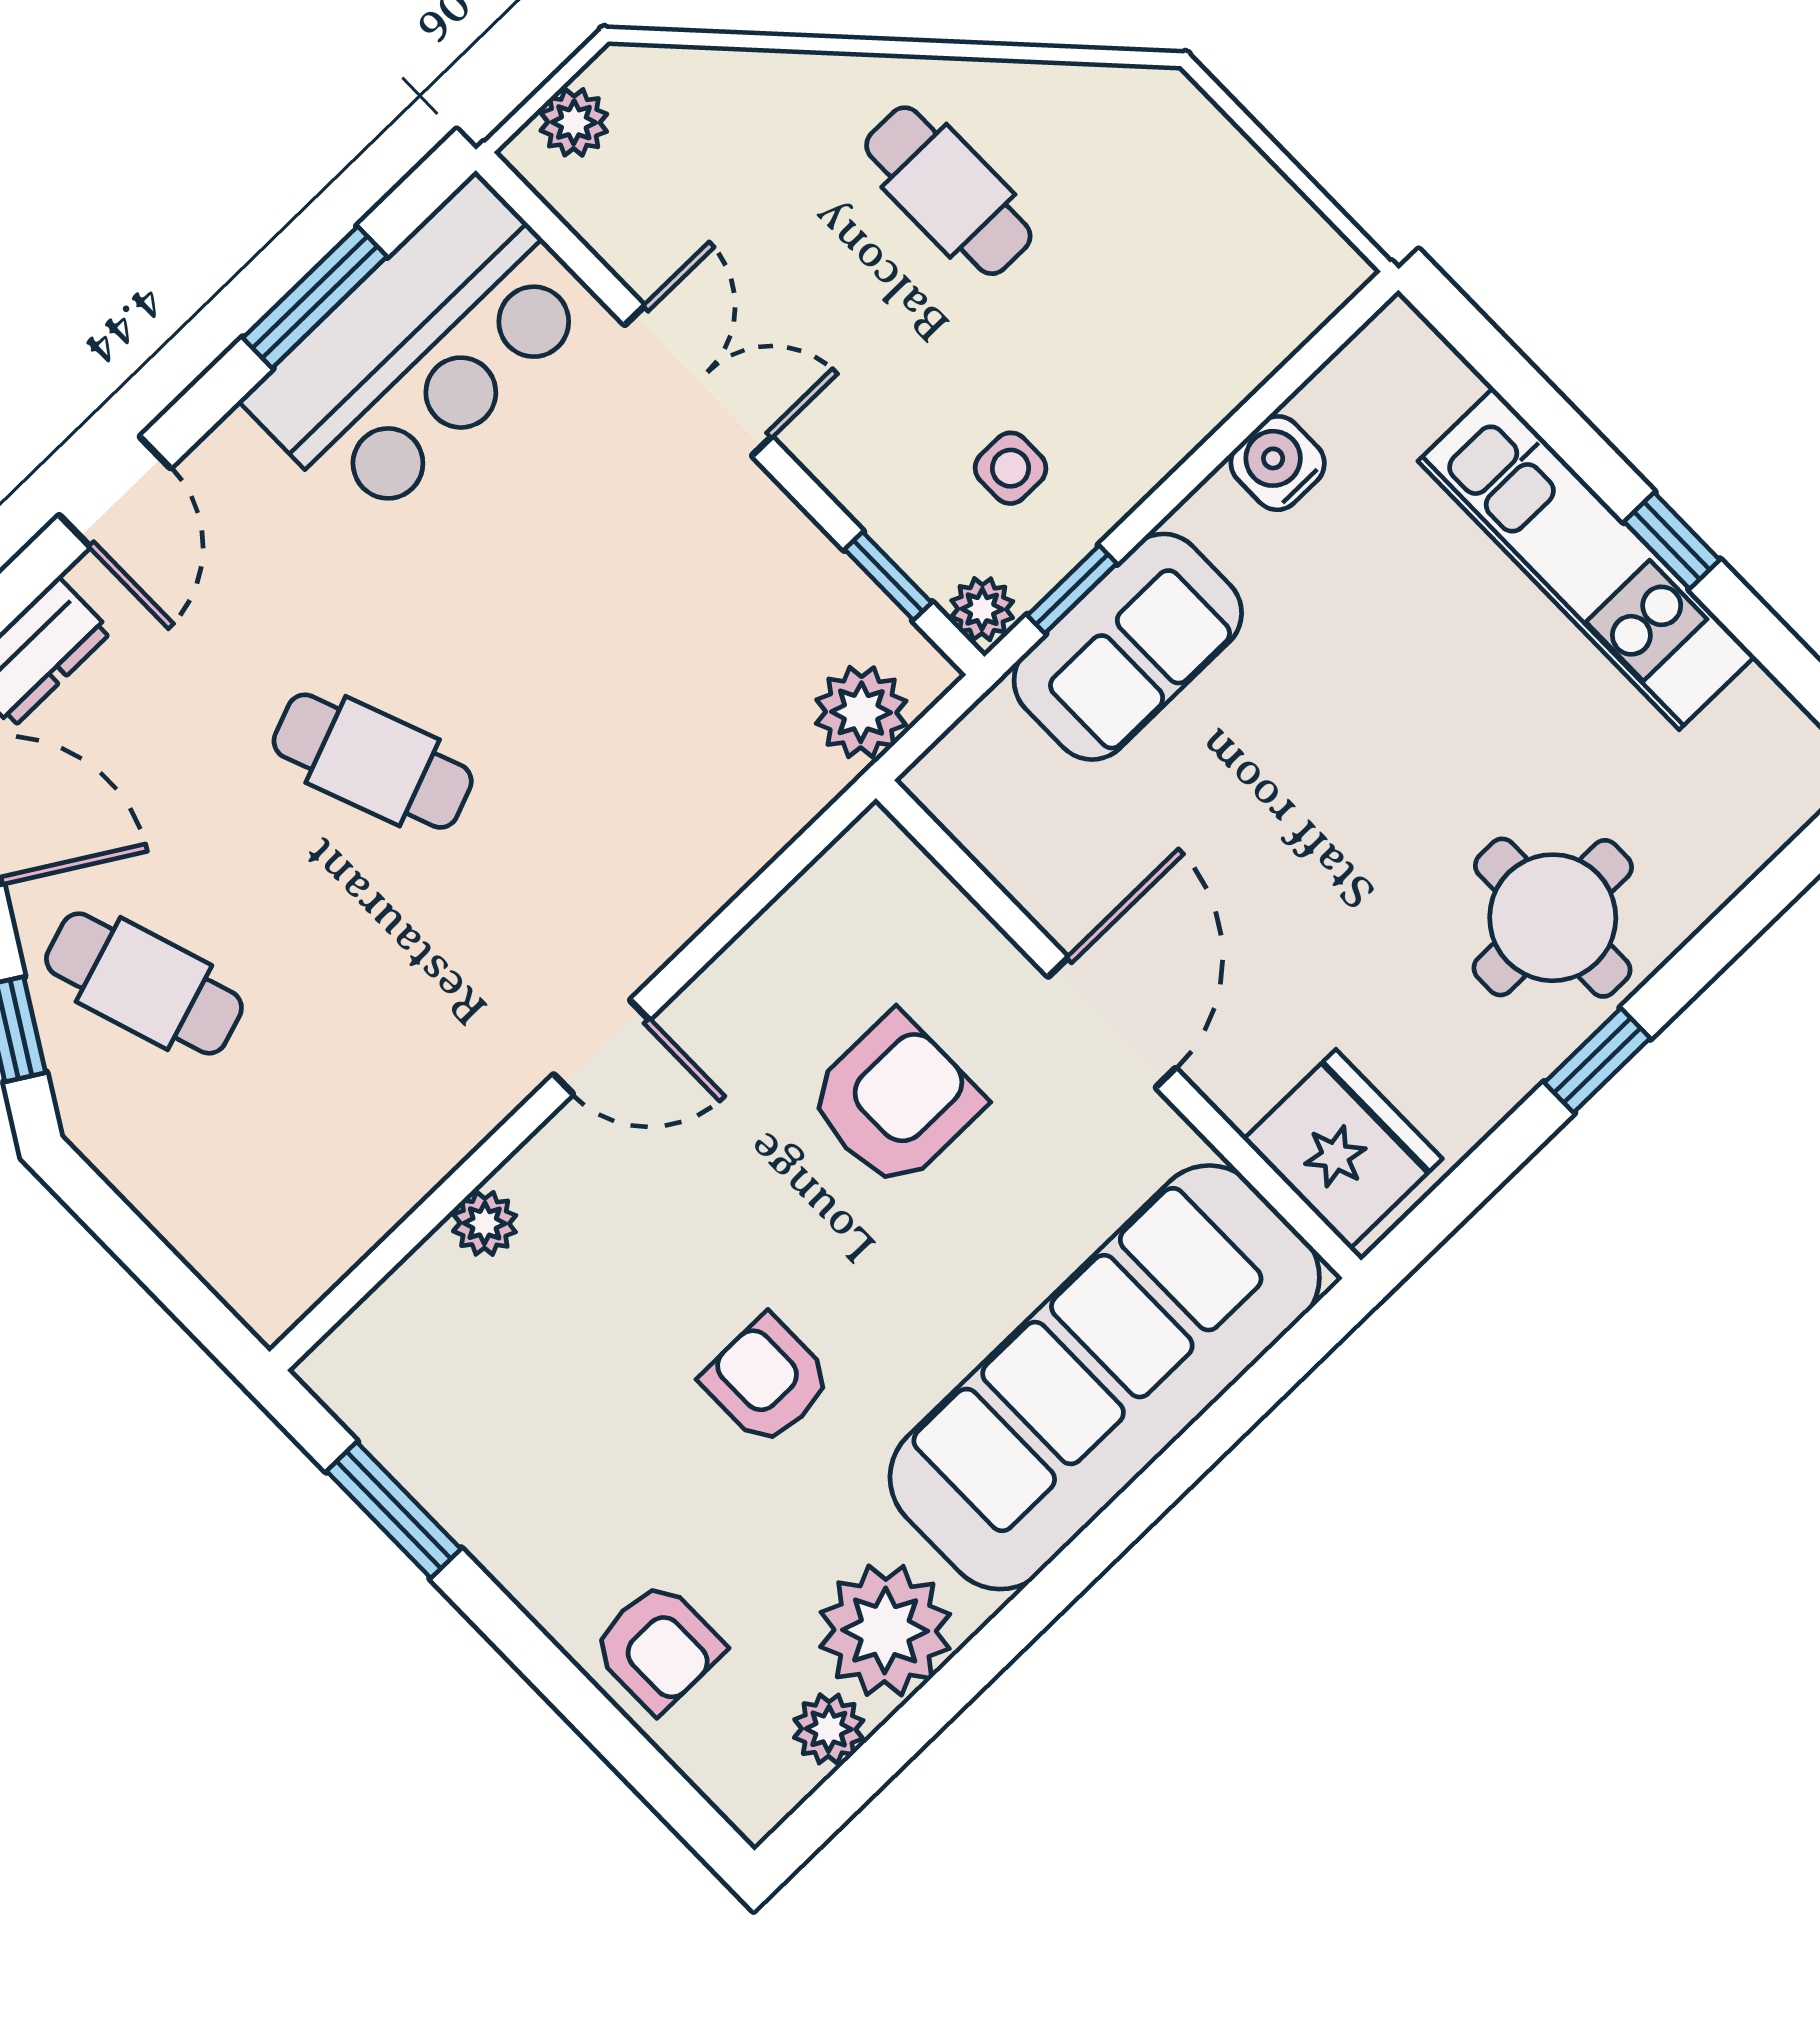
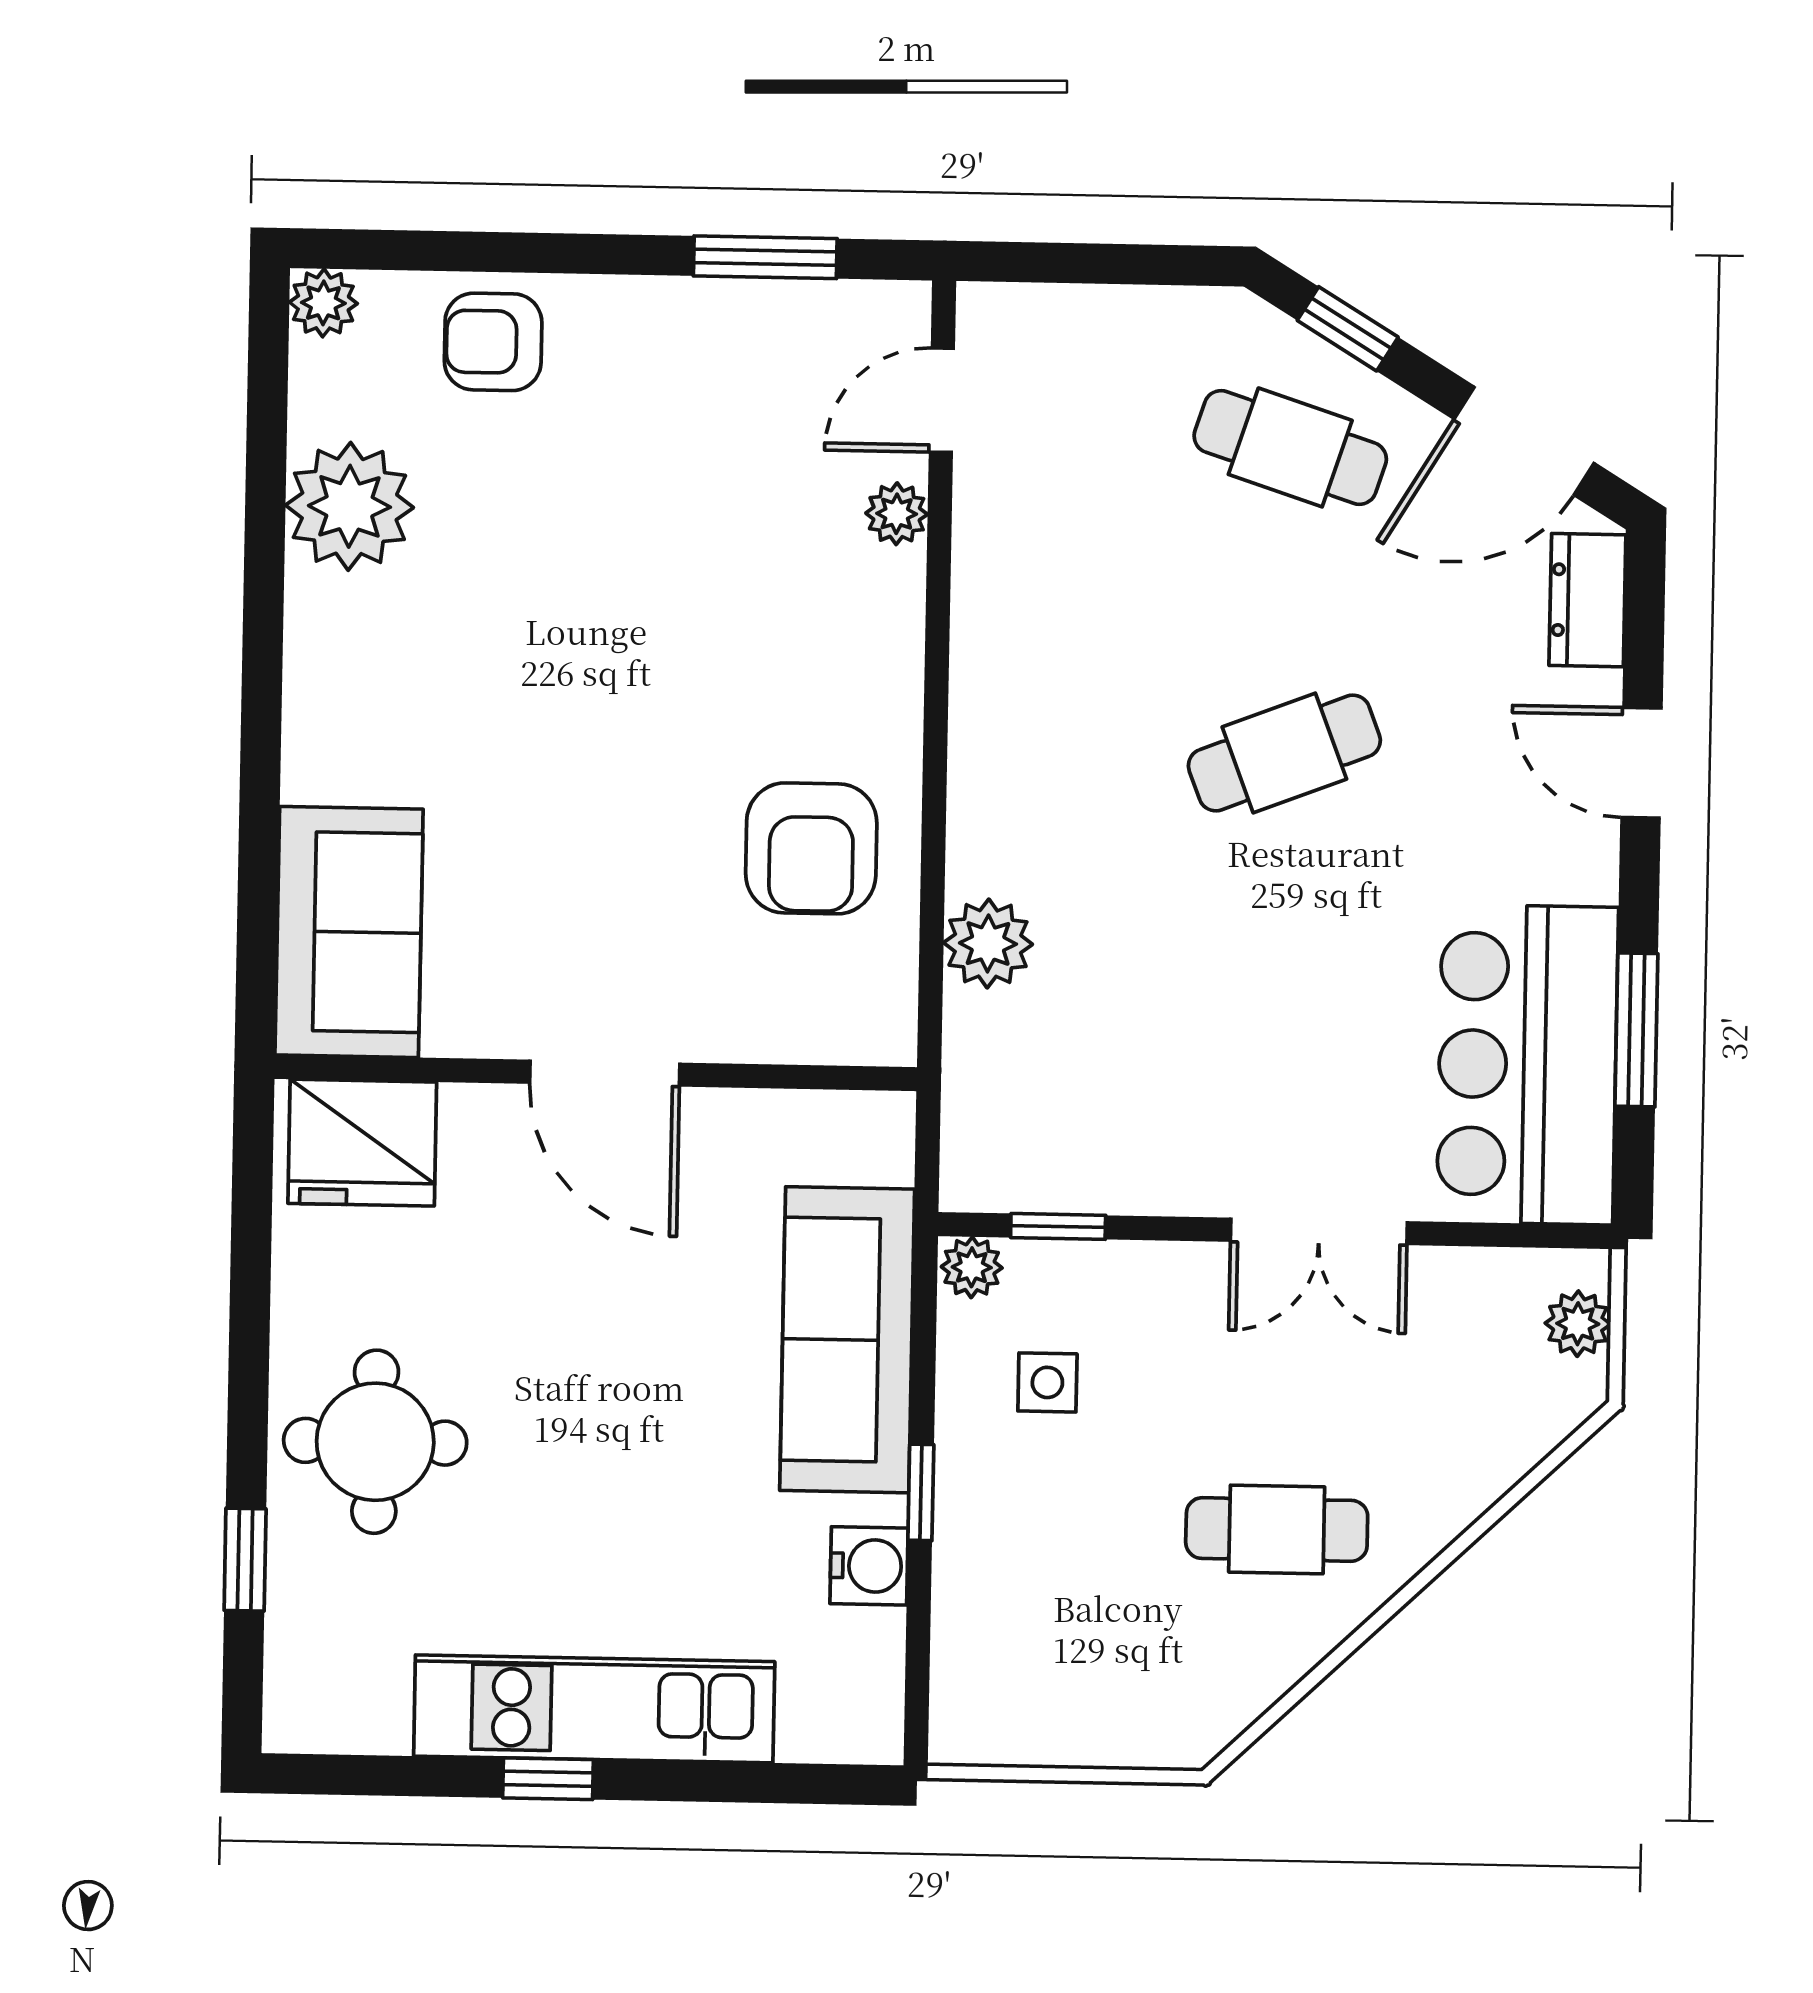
window: (1072, 589) -> (921, 1492), moved
sofa: (1128, 647) -> (847, 1340), width x1.36
plant: (861, 712) -> (988, 943), moved
cafe table: (144, 983) -> (1290, 447), turned 36
door: (602, 1047) -> (942, 400), moved
window: (1597, 1060) -> (245, 1560), moved
armchair: (895, 1101) -> (811, 848), moved
sofa: (1105, 1377) -> (349, 932), width x0.54, depth x0.79
armchair: (767, 1380) -> (599, 597), removed
plant: (829, 1729) -> (323, 303), moved

